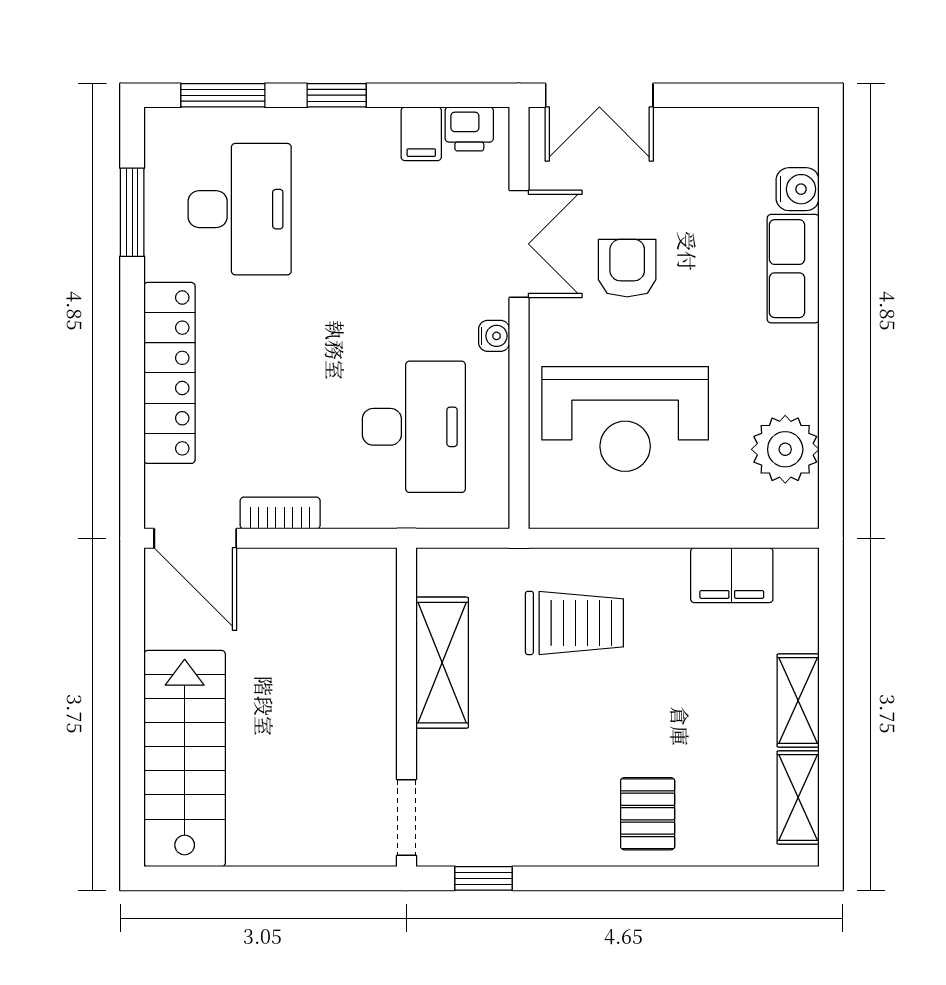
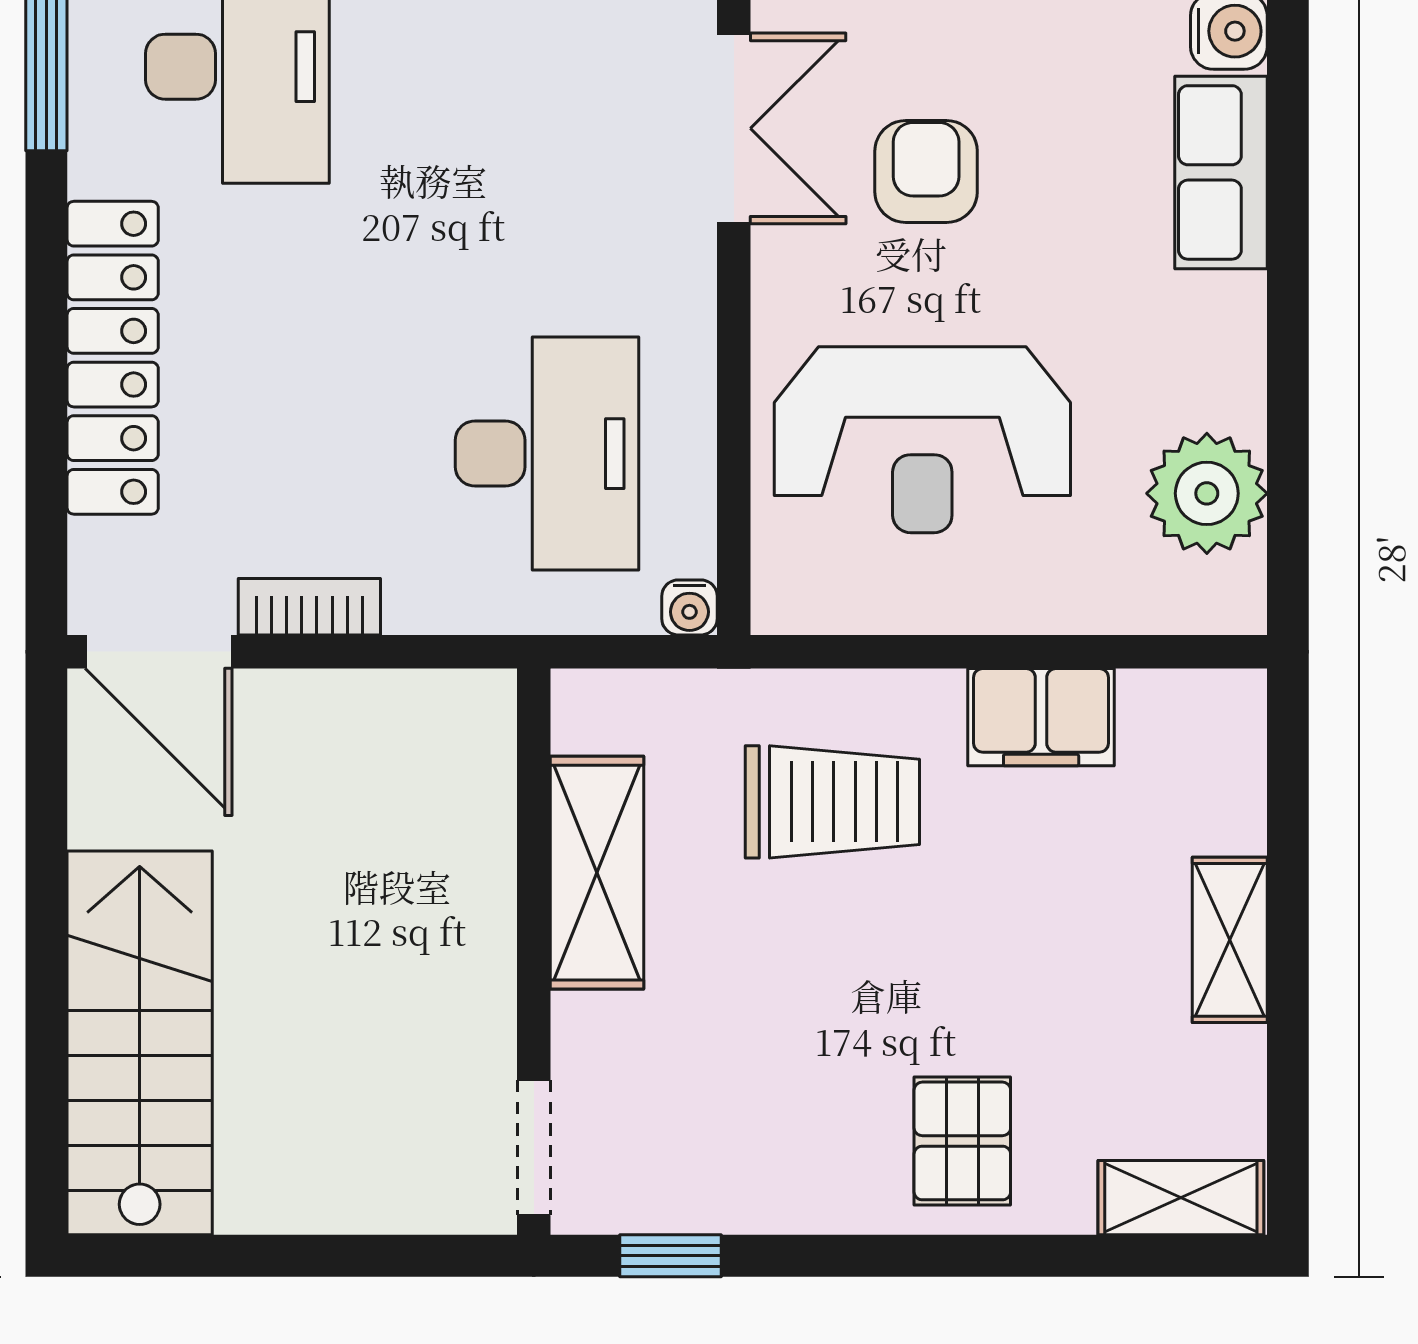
water cooler: (494, 336) -> (689, 607), moved, turned 90
filing cabinet: (732, 575) -> (1041, 717), moved
shelving: (798, 798) -> (1181, 1198), moved, turned 90

